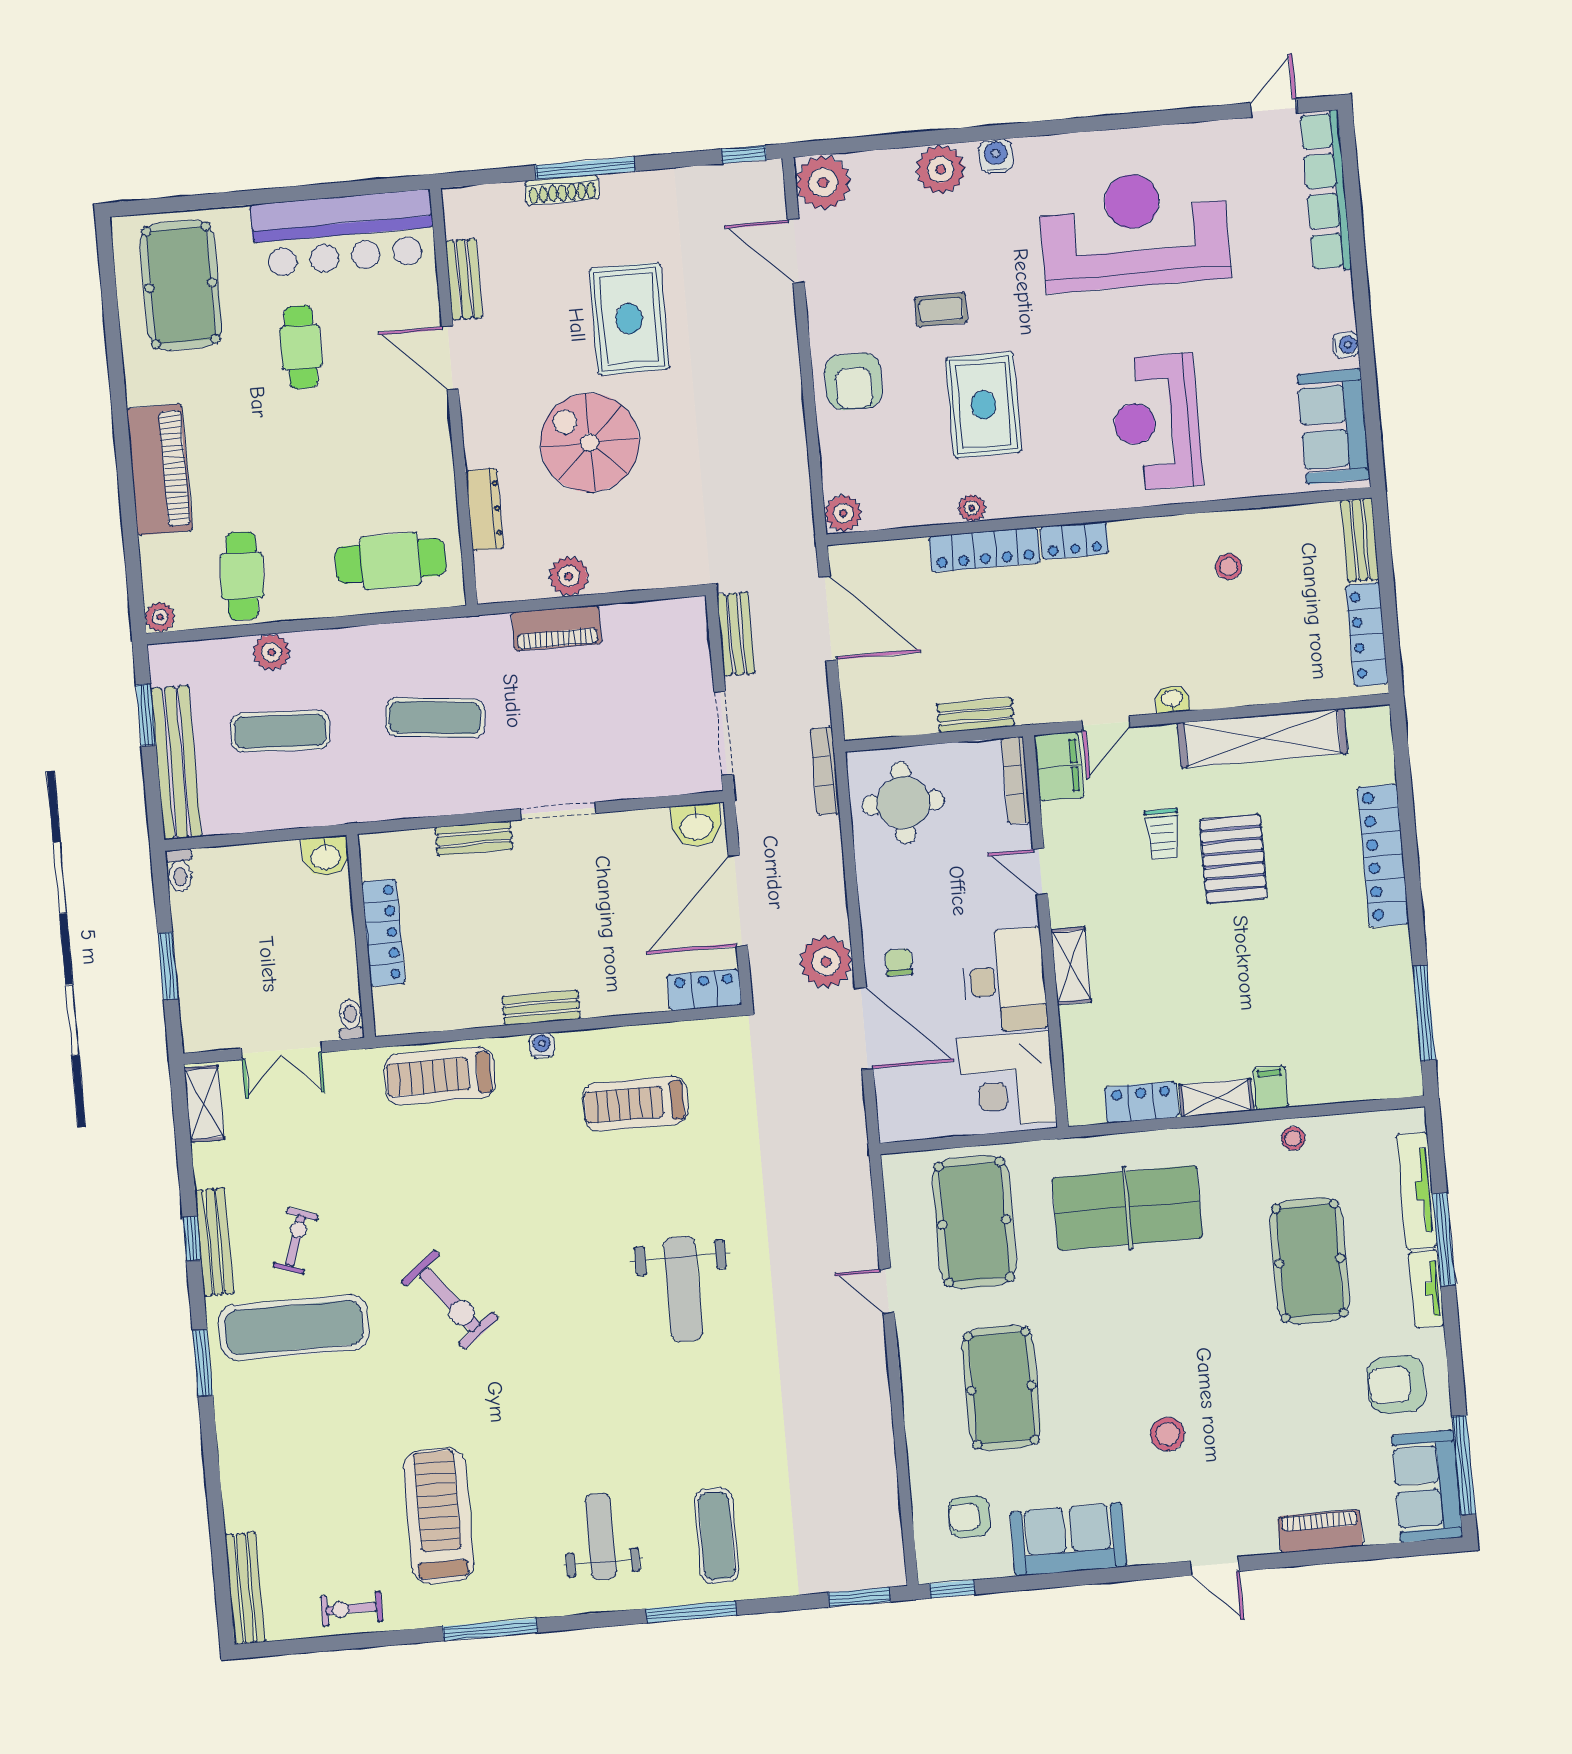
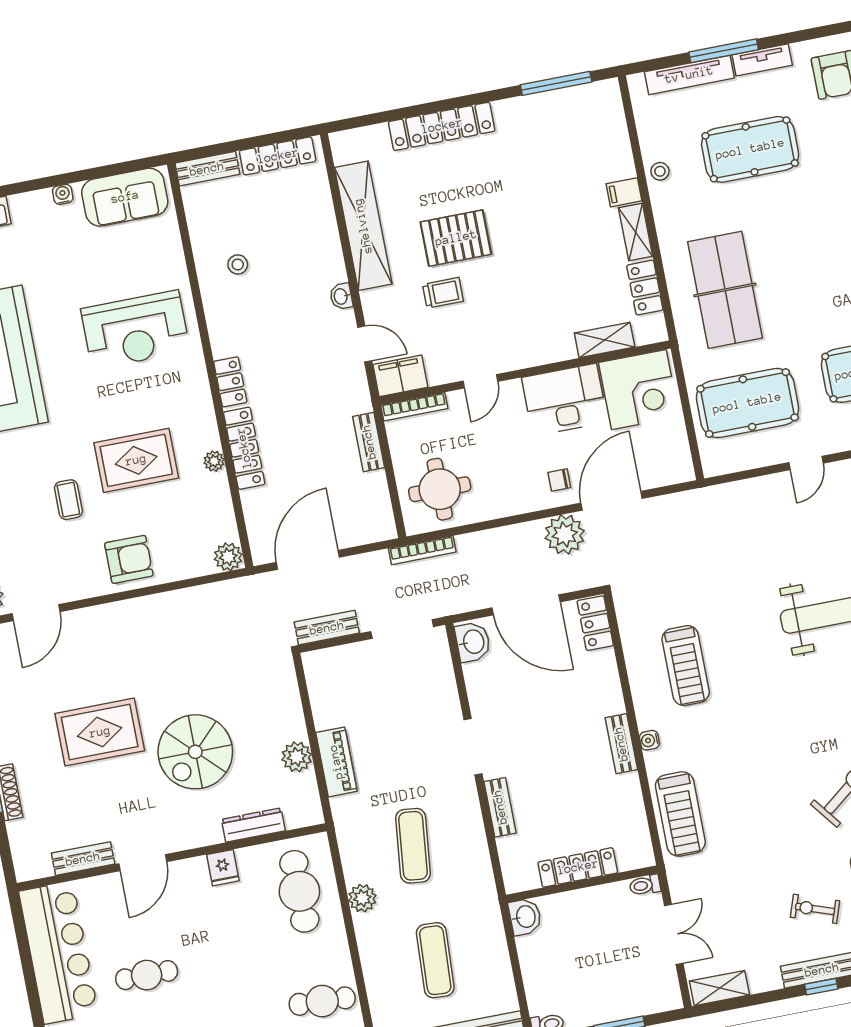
fridge: (432, 463) -> (223, 868), added
plant: (271, 652) -> (362, 898), moved
shelving: (1071, 966) -> (605, 340), moved

